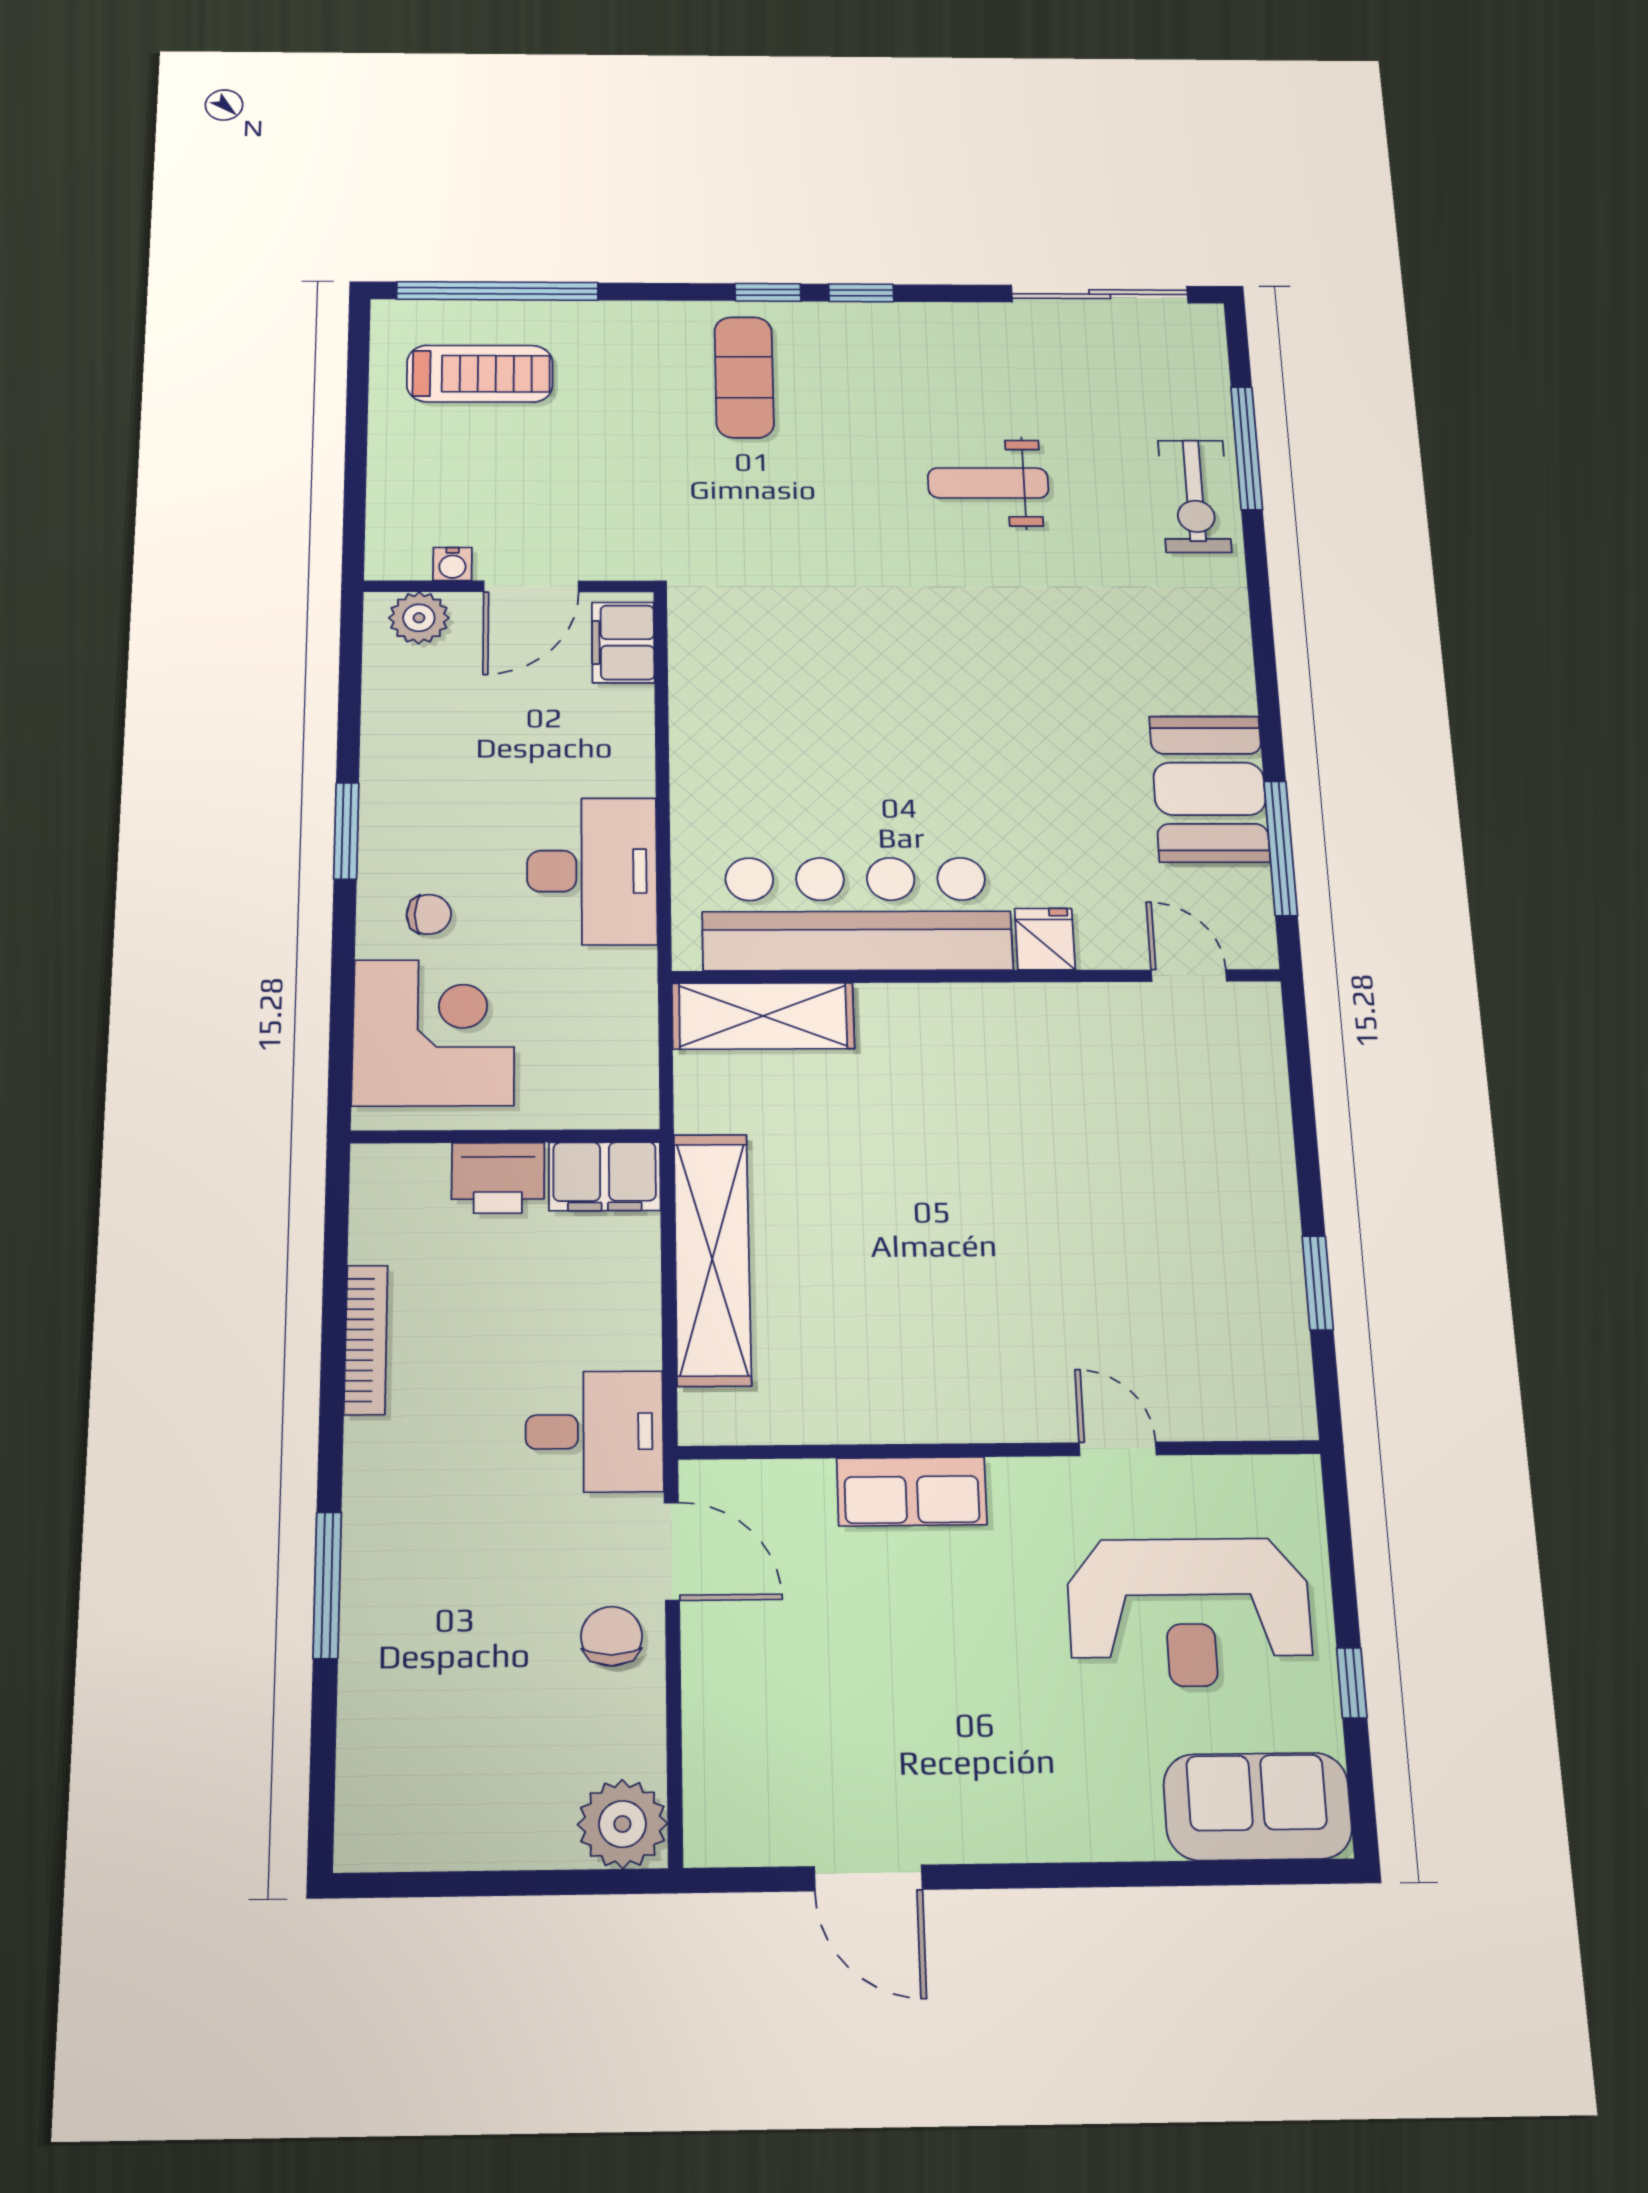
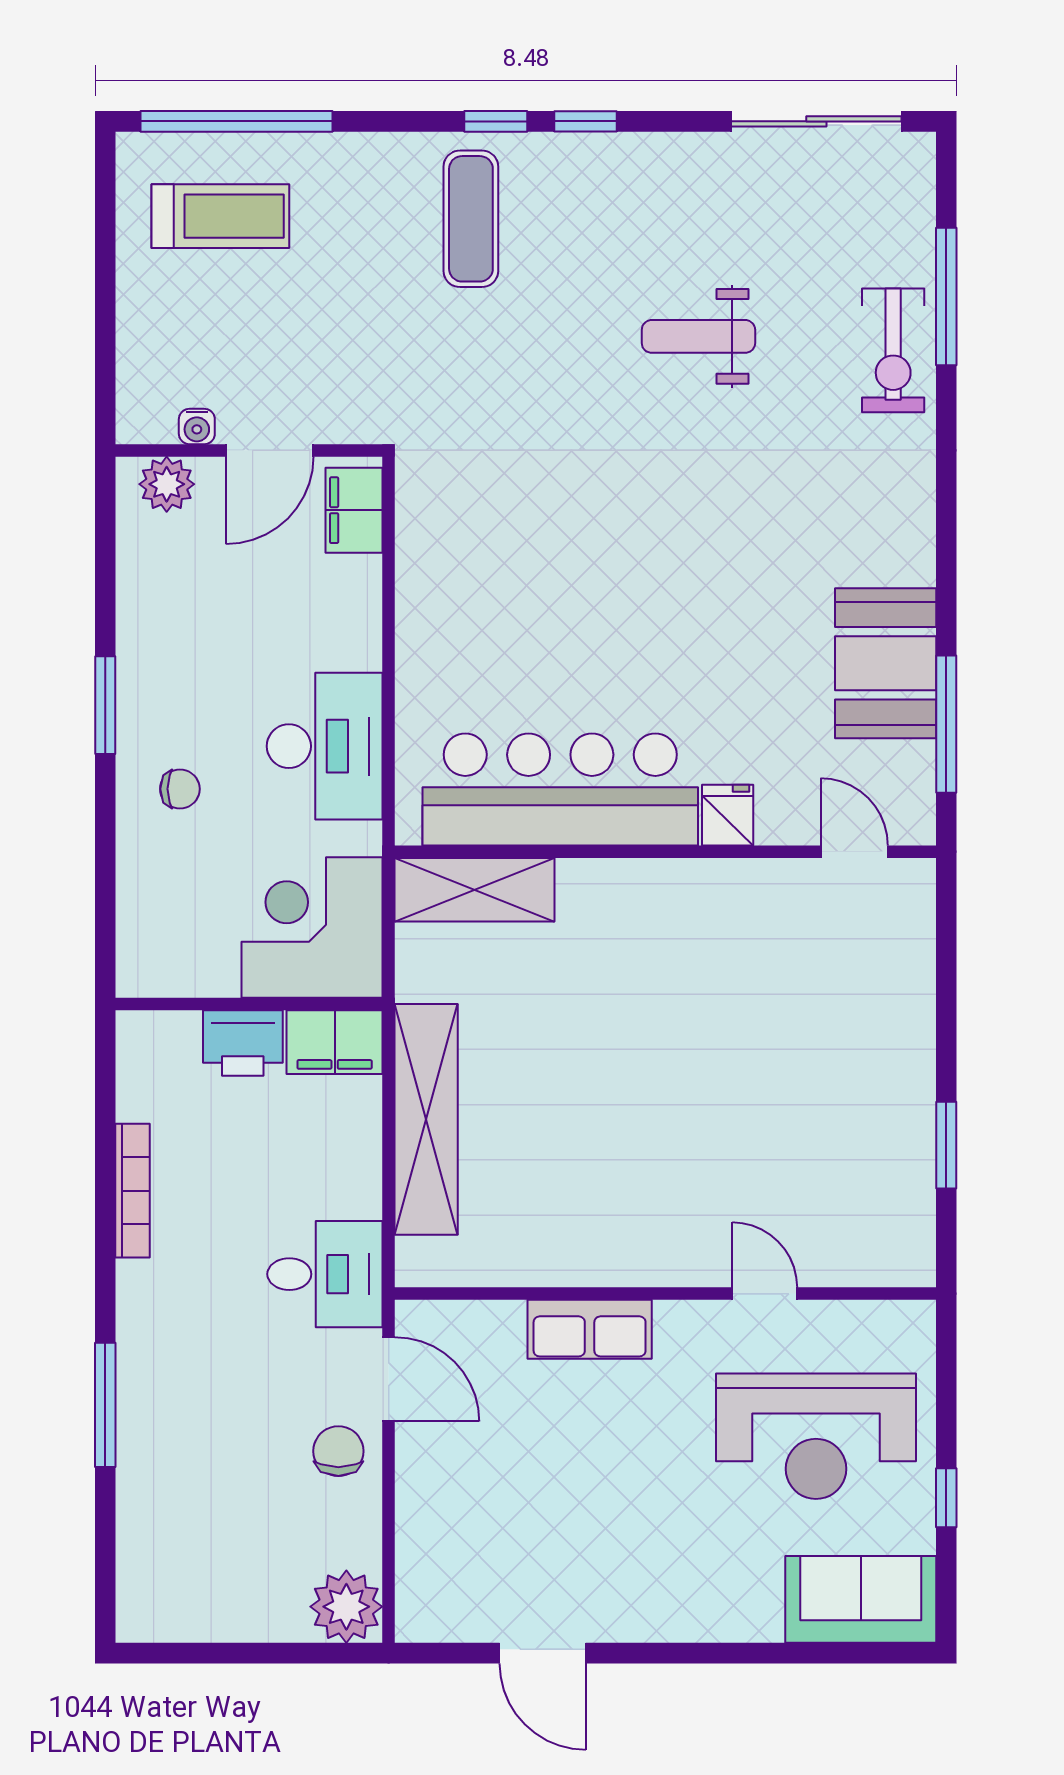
corner desk: (434, 1033) -> (312, 928), moved, turned -90

